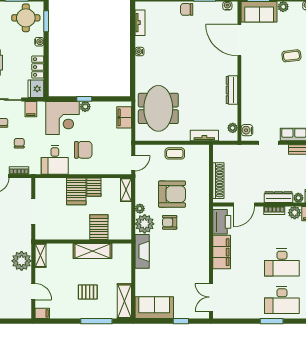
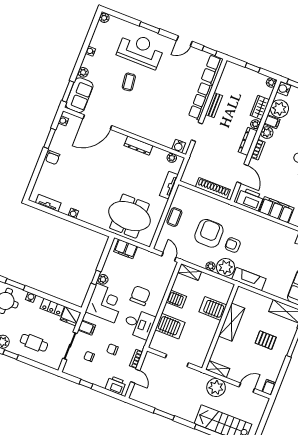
server rack: (76, 191) -> (170, 326), moved
armchair: (170, 222) -> (233, 245), turned 90
pallet: (88, 292) -> (266, 340), turned 90

